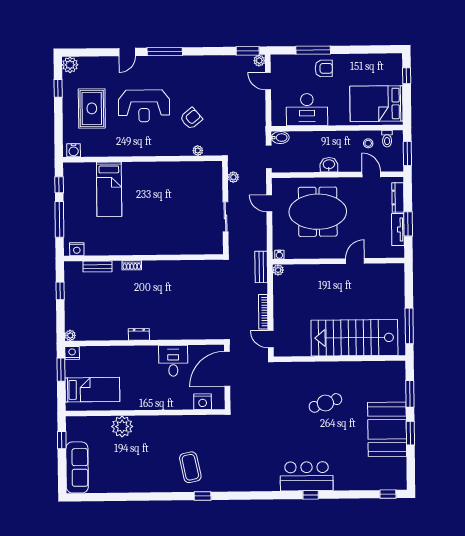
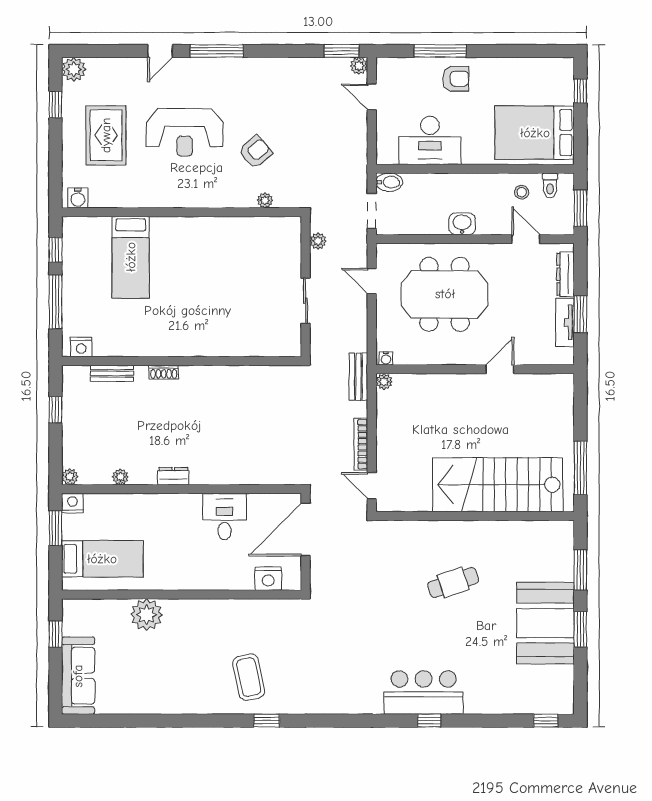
plant: (104, 335) -> (120, 477), added

